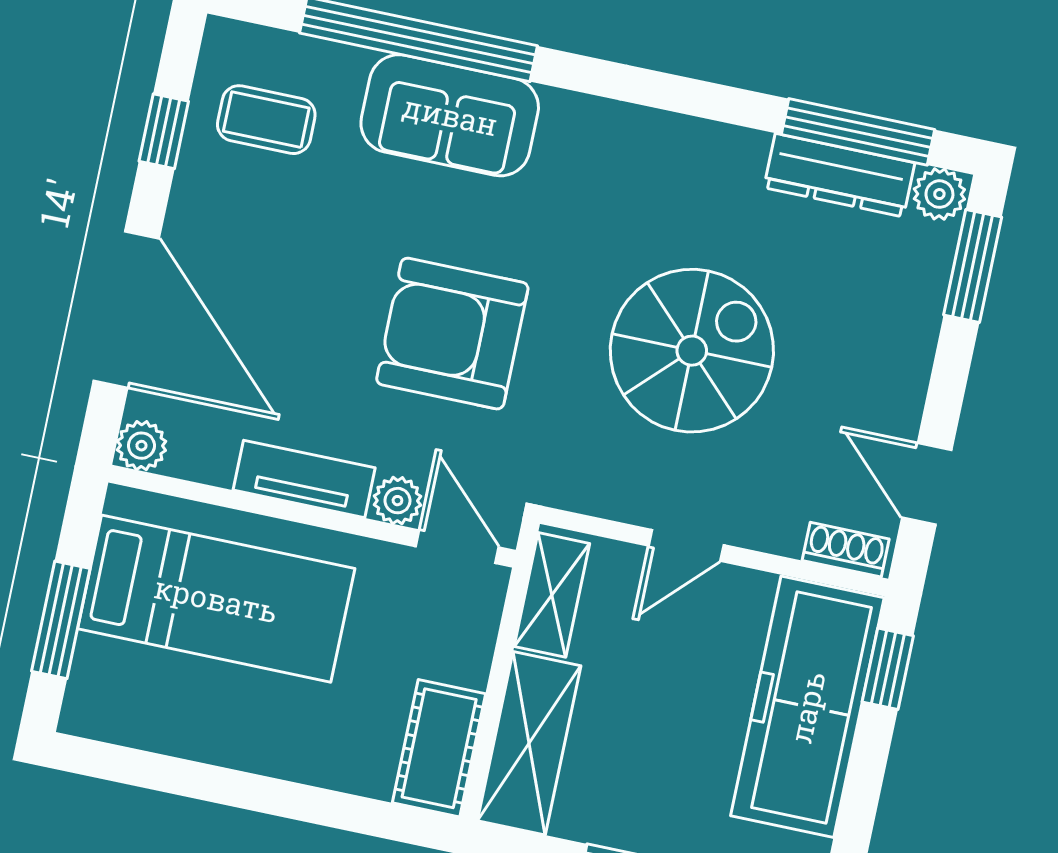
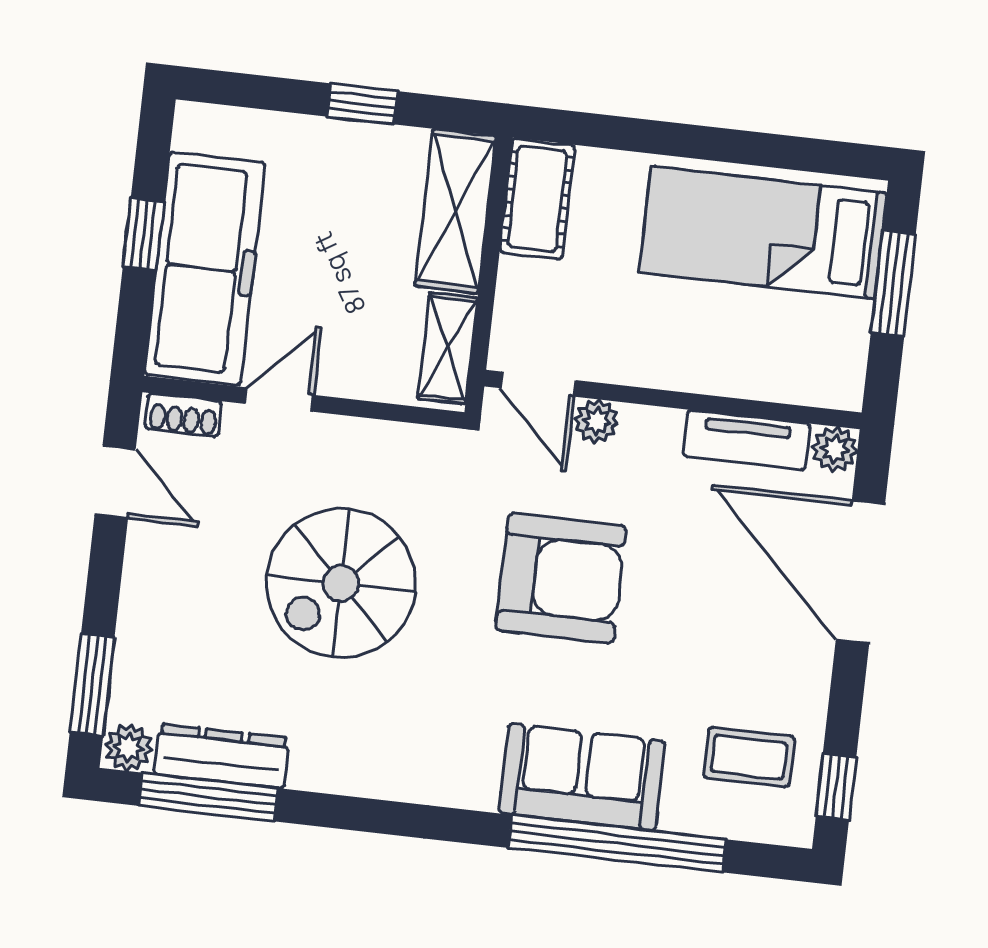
window: (164, 131) -> (836, 787), moved
tv unit: (304, 479) -> (747, 440), moved
door: (686, 545) -> (279, 399), moved
bed: (216, 599) -> (763, 233), moved
window: (888, 669) -> (143, 234), moved

